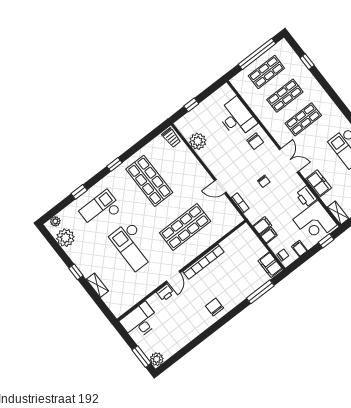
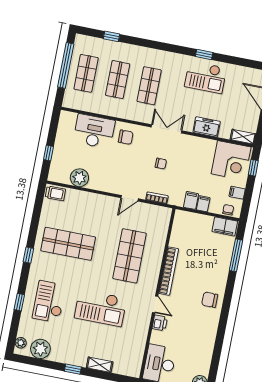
printer: (306, 197) -> (206, 146), removed

